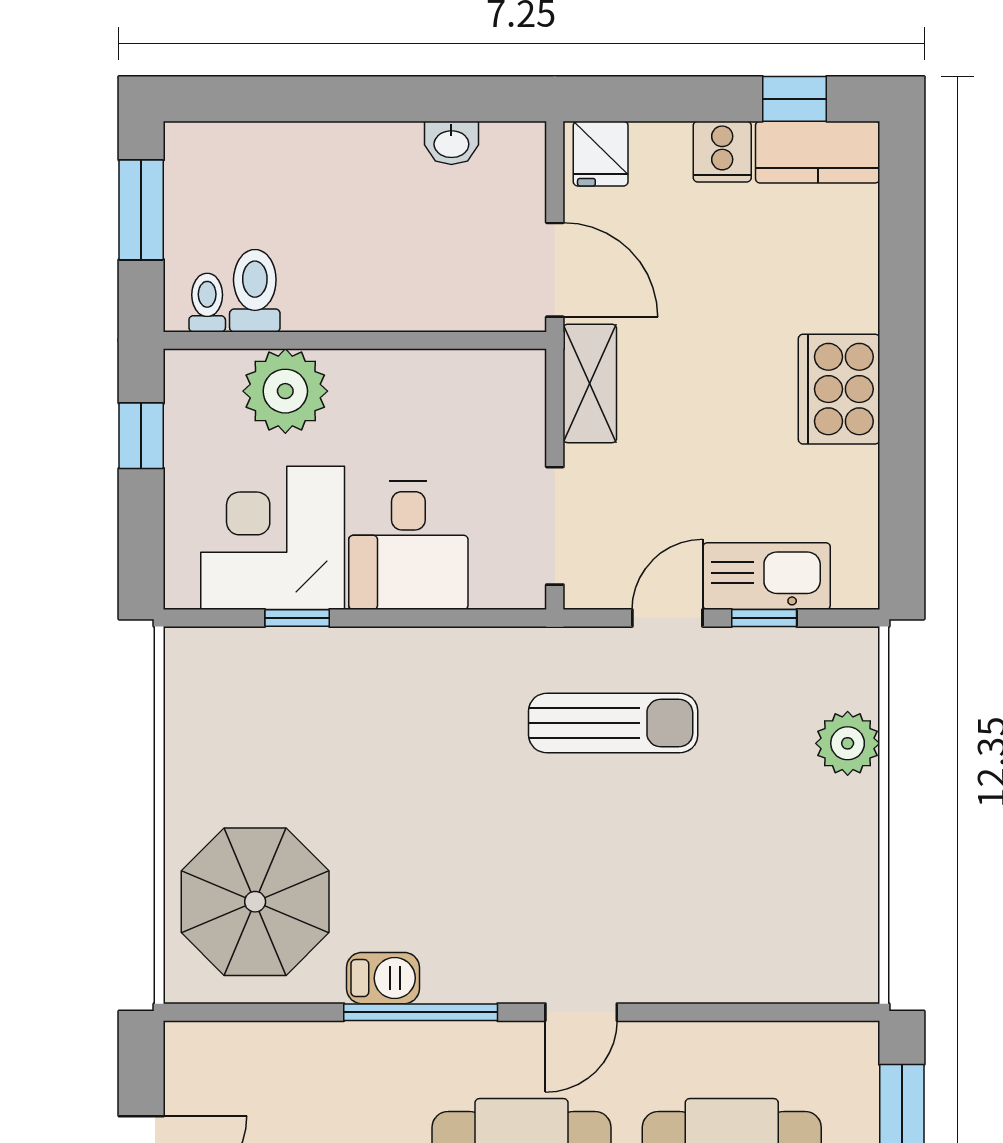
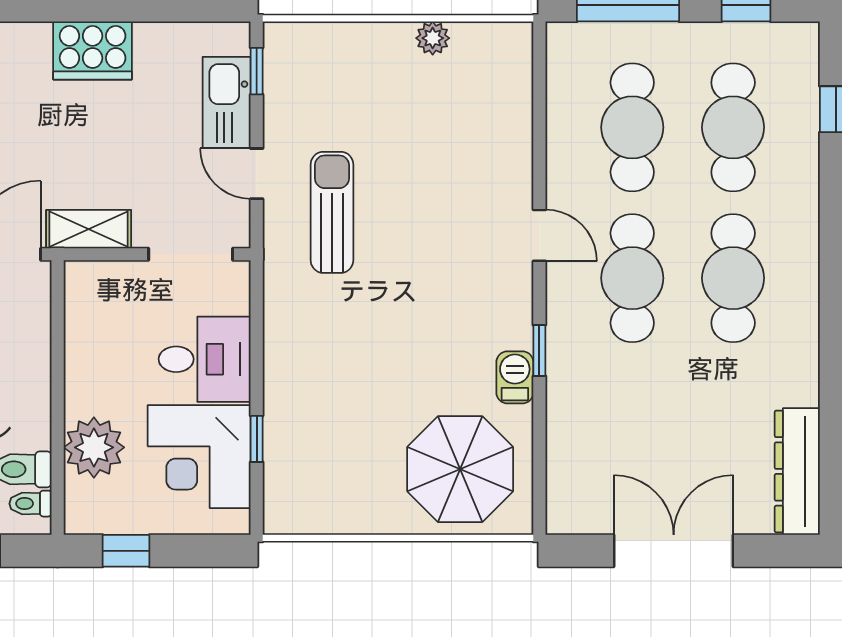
window: (764, 618) -> (257, 71), moved
plant: (848, 743) -> (433, 38), moved, width x0.73, depth x0.73
window: (421, 1012) -> (539, 350), width x0.46

